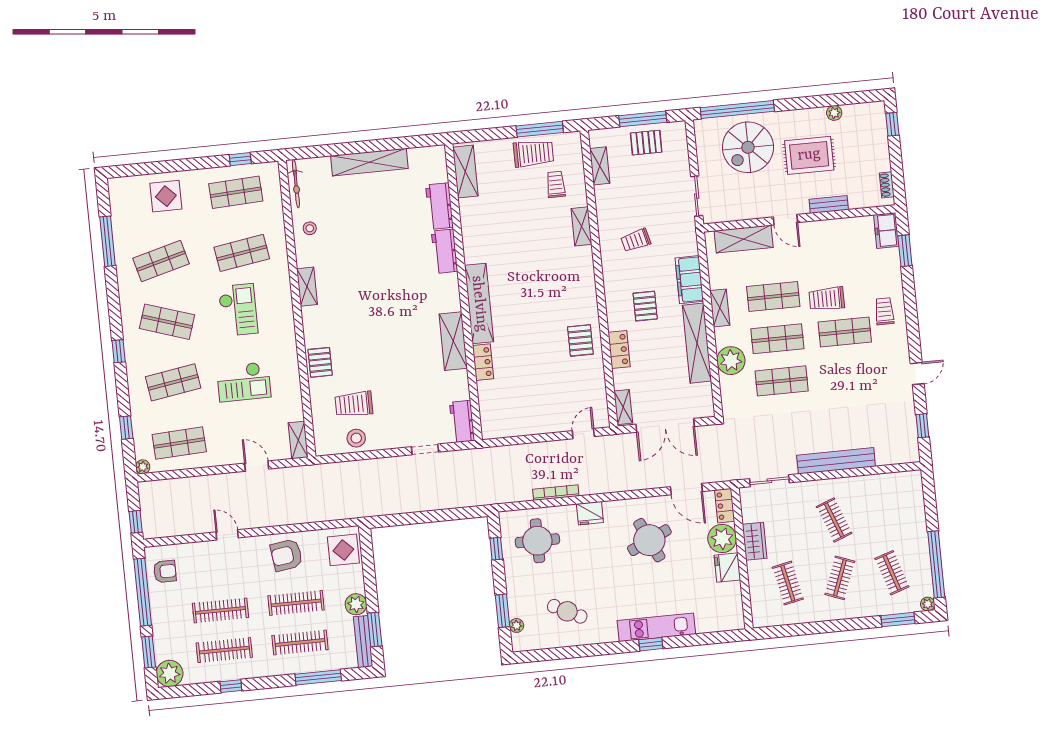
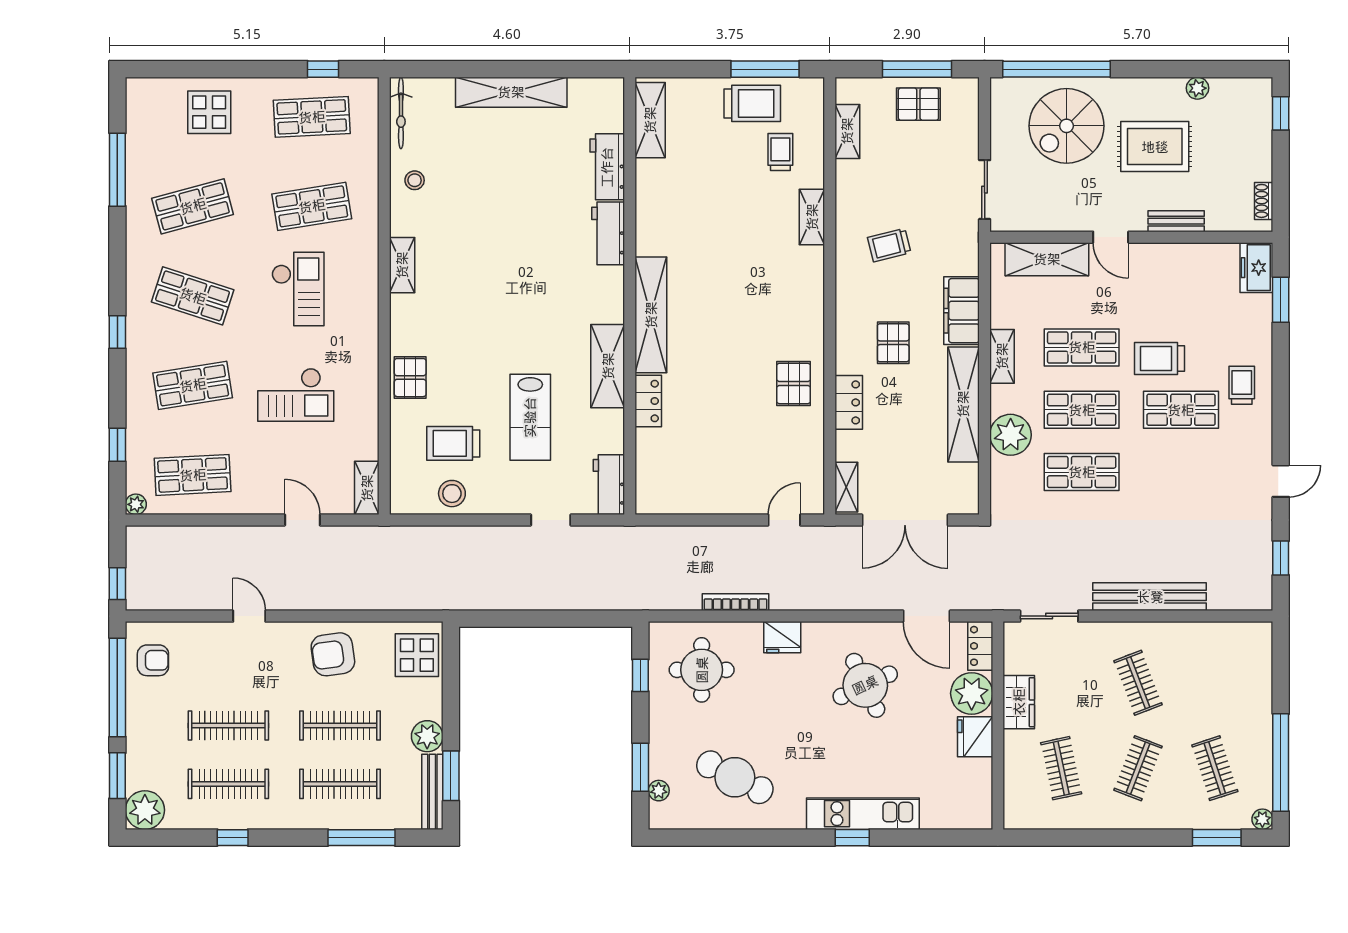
lab bench: (404, 381) -> (530, 417), added
cafe table: (567, 611) -> (735, 777), width x1.37, depth x1.35

